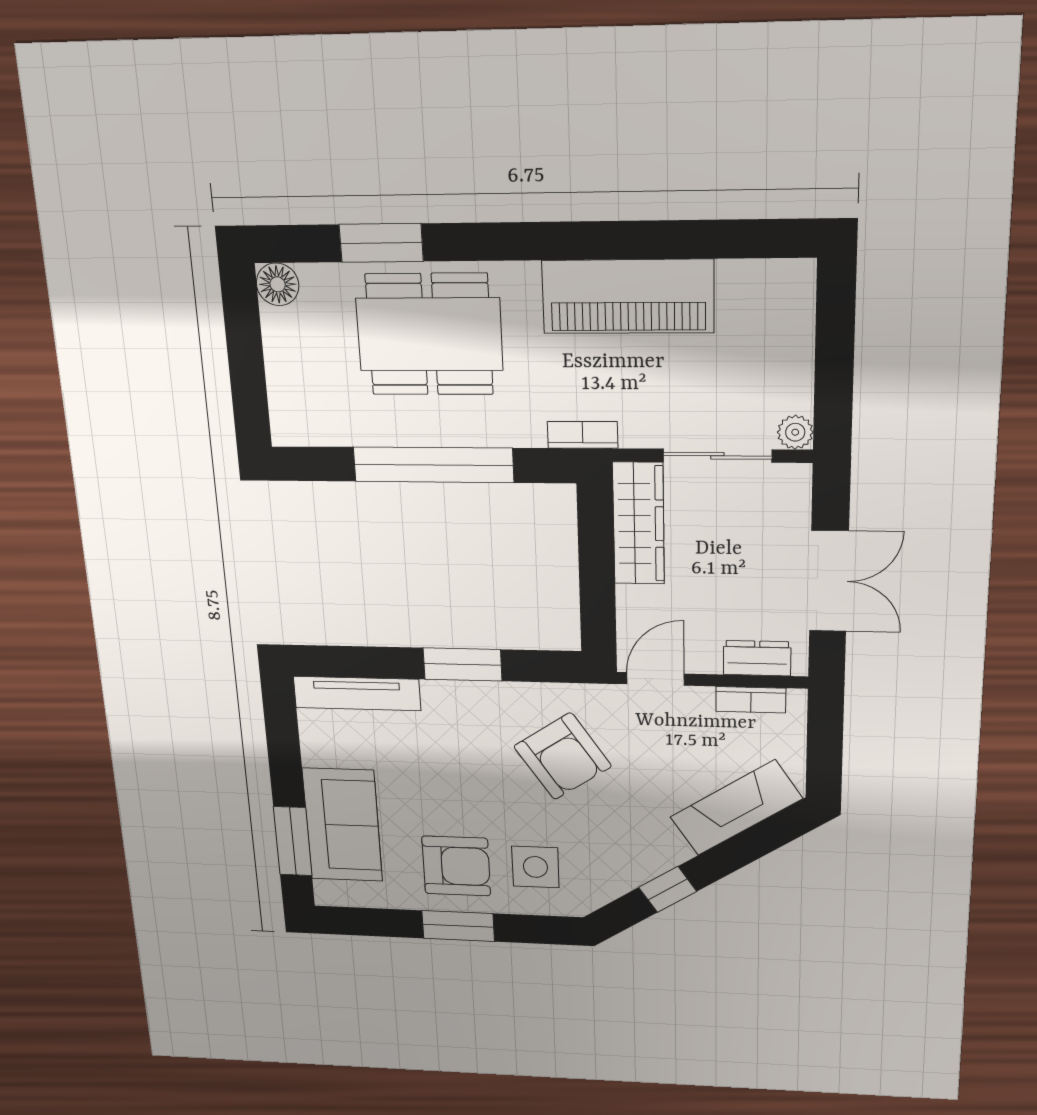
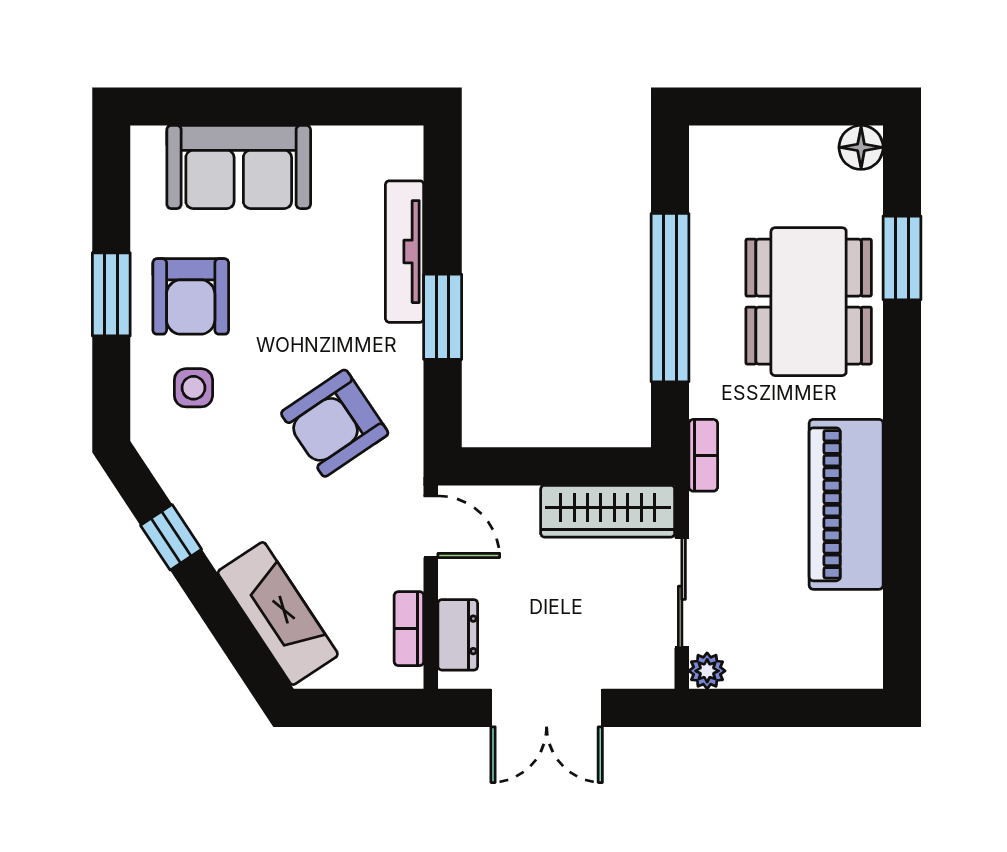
tv unit: (357, 694) -> (405, 252), moved
window: (293, 841) -> (215, 106), removed
side table: (535, 867) -> (193, 388), width x0.73, depth x0.73

